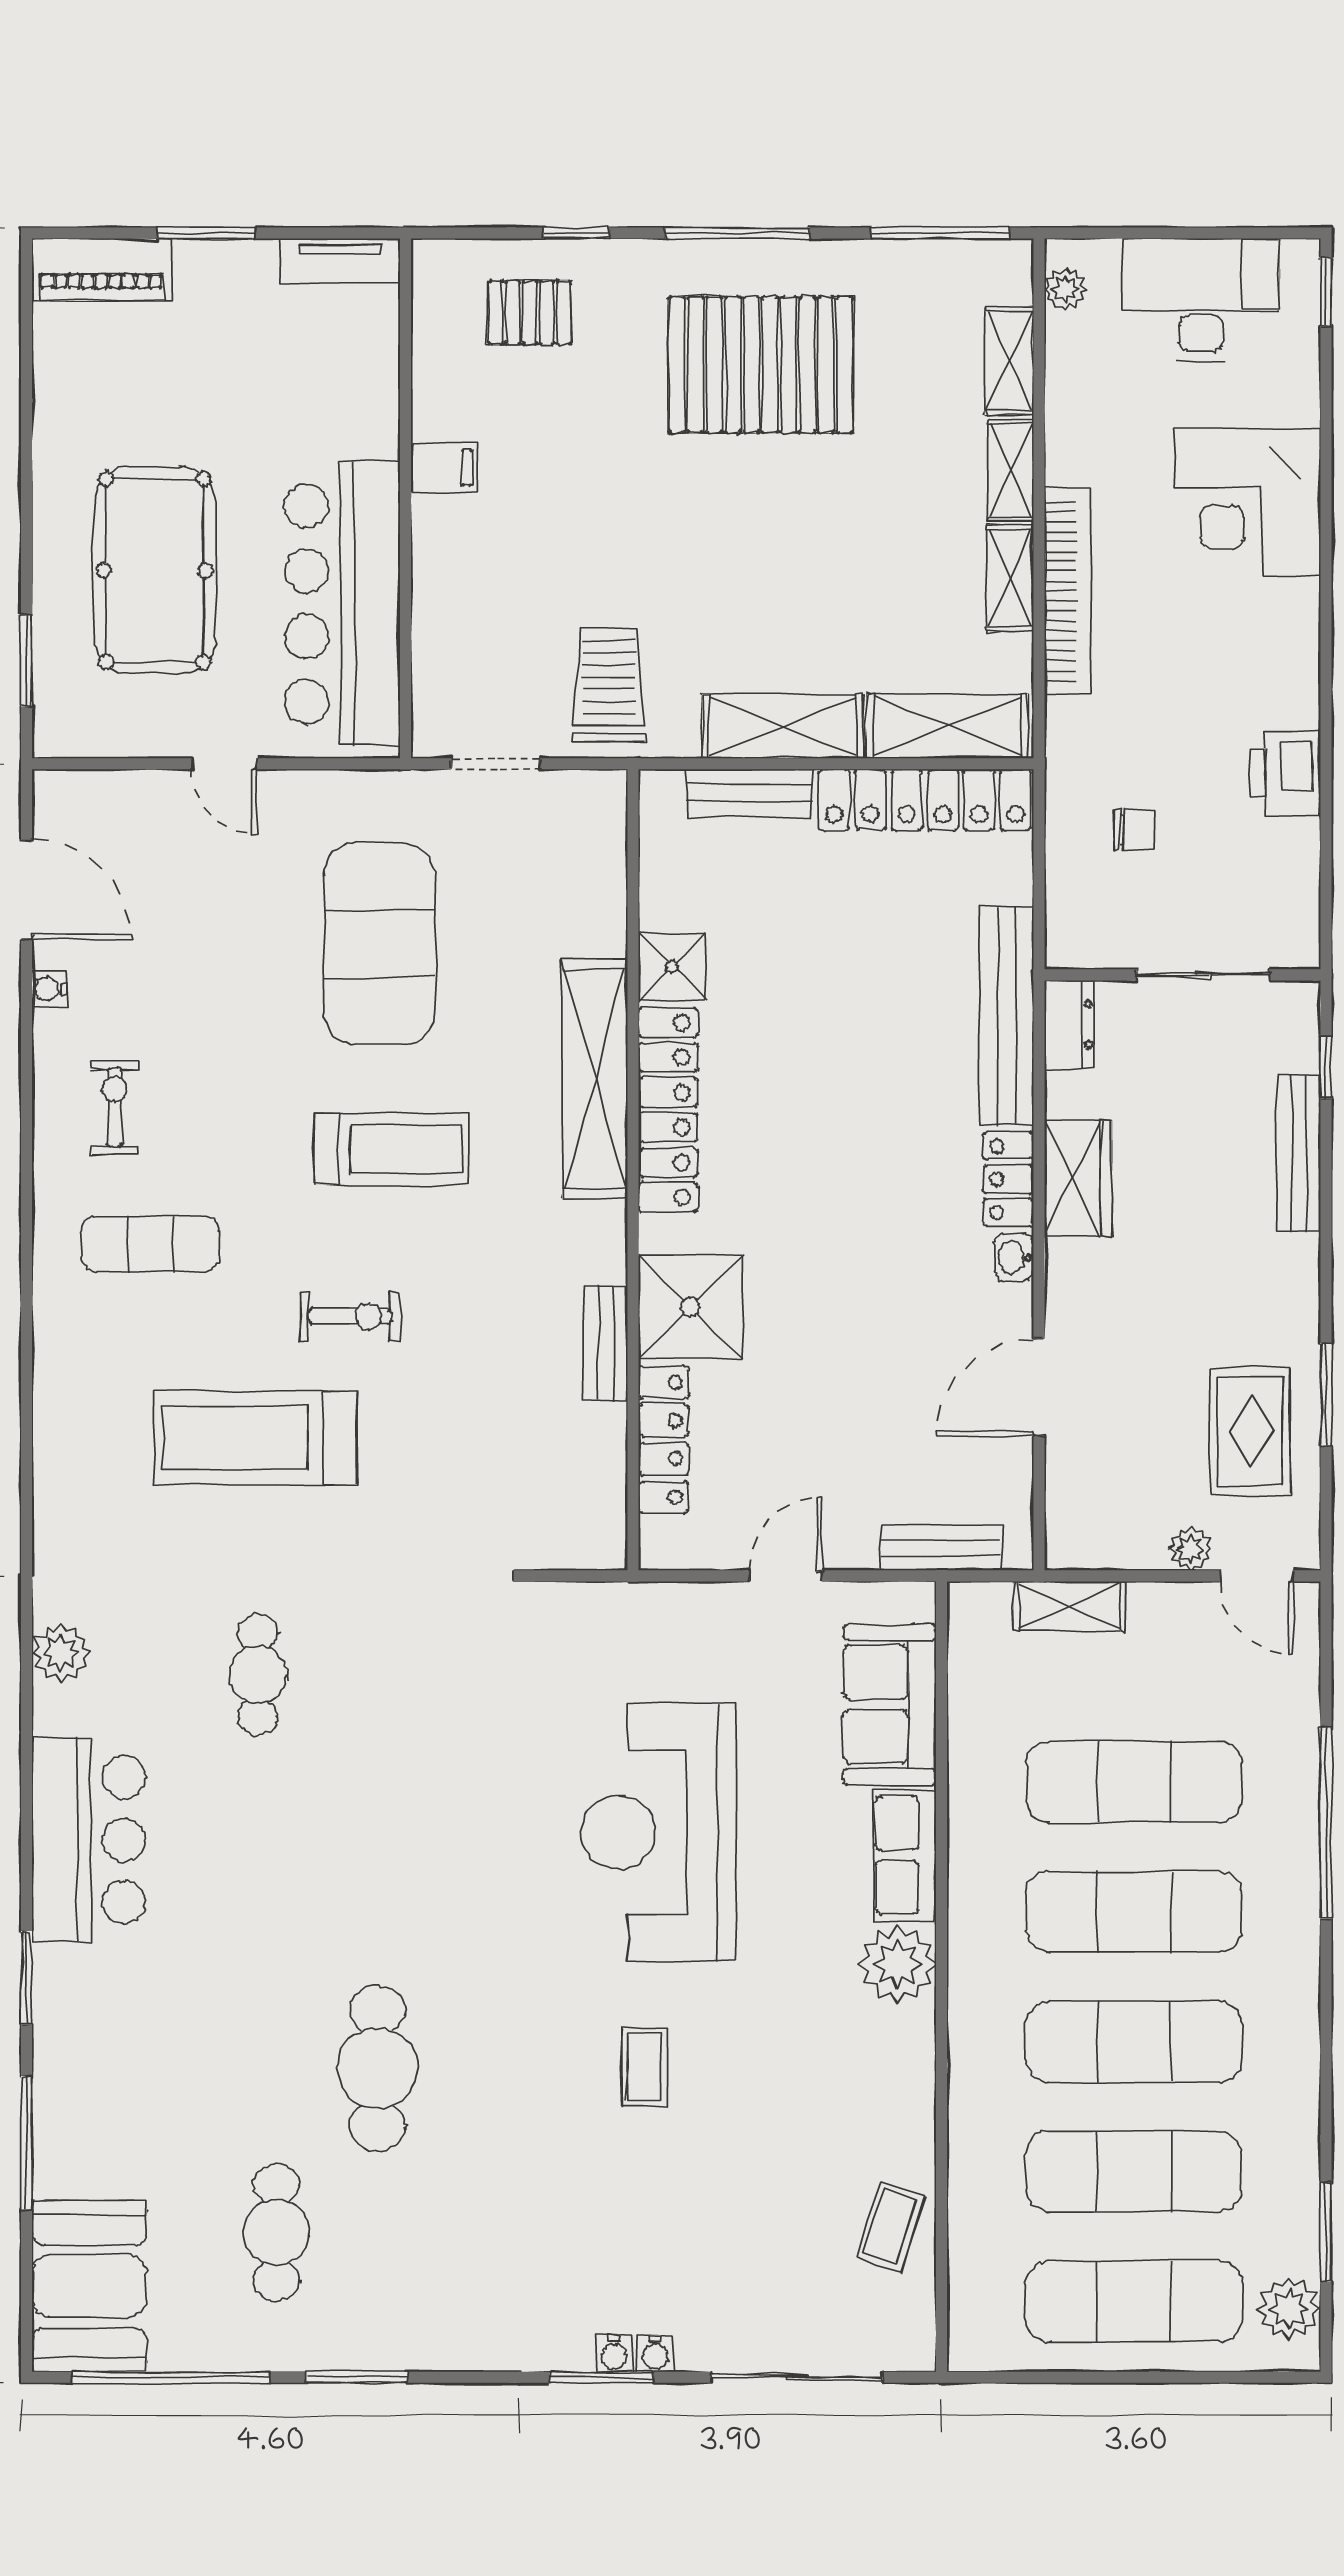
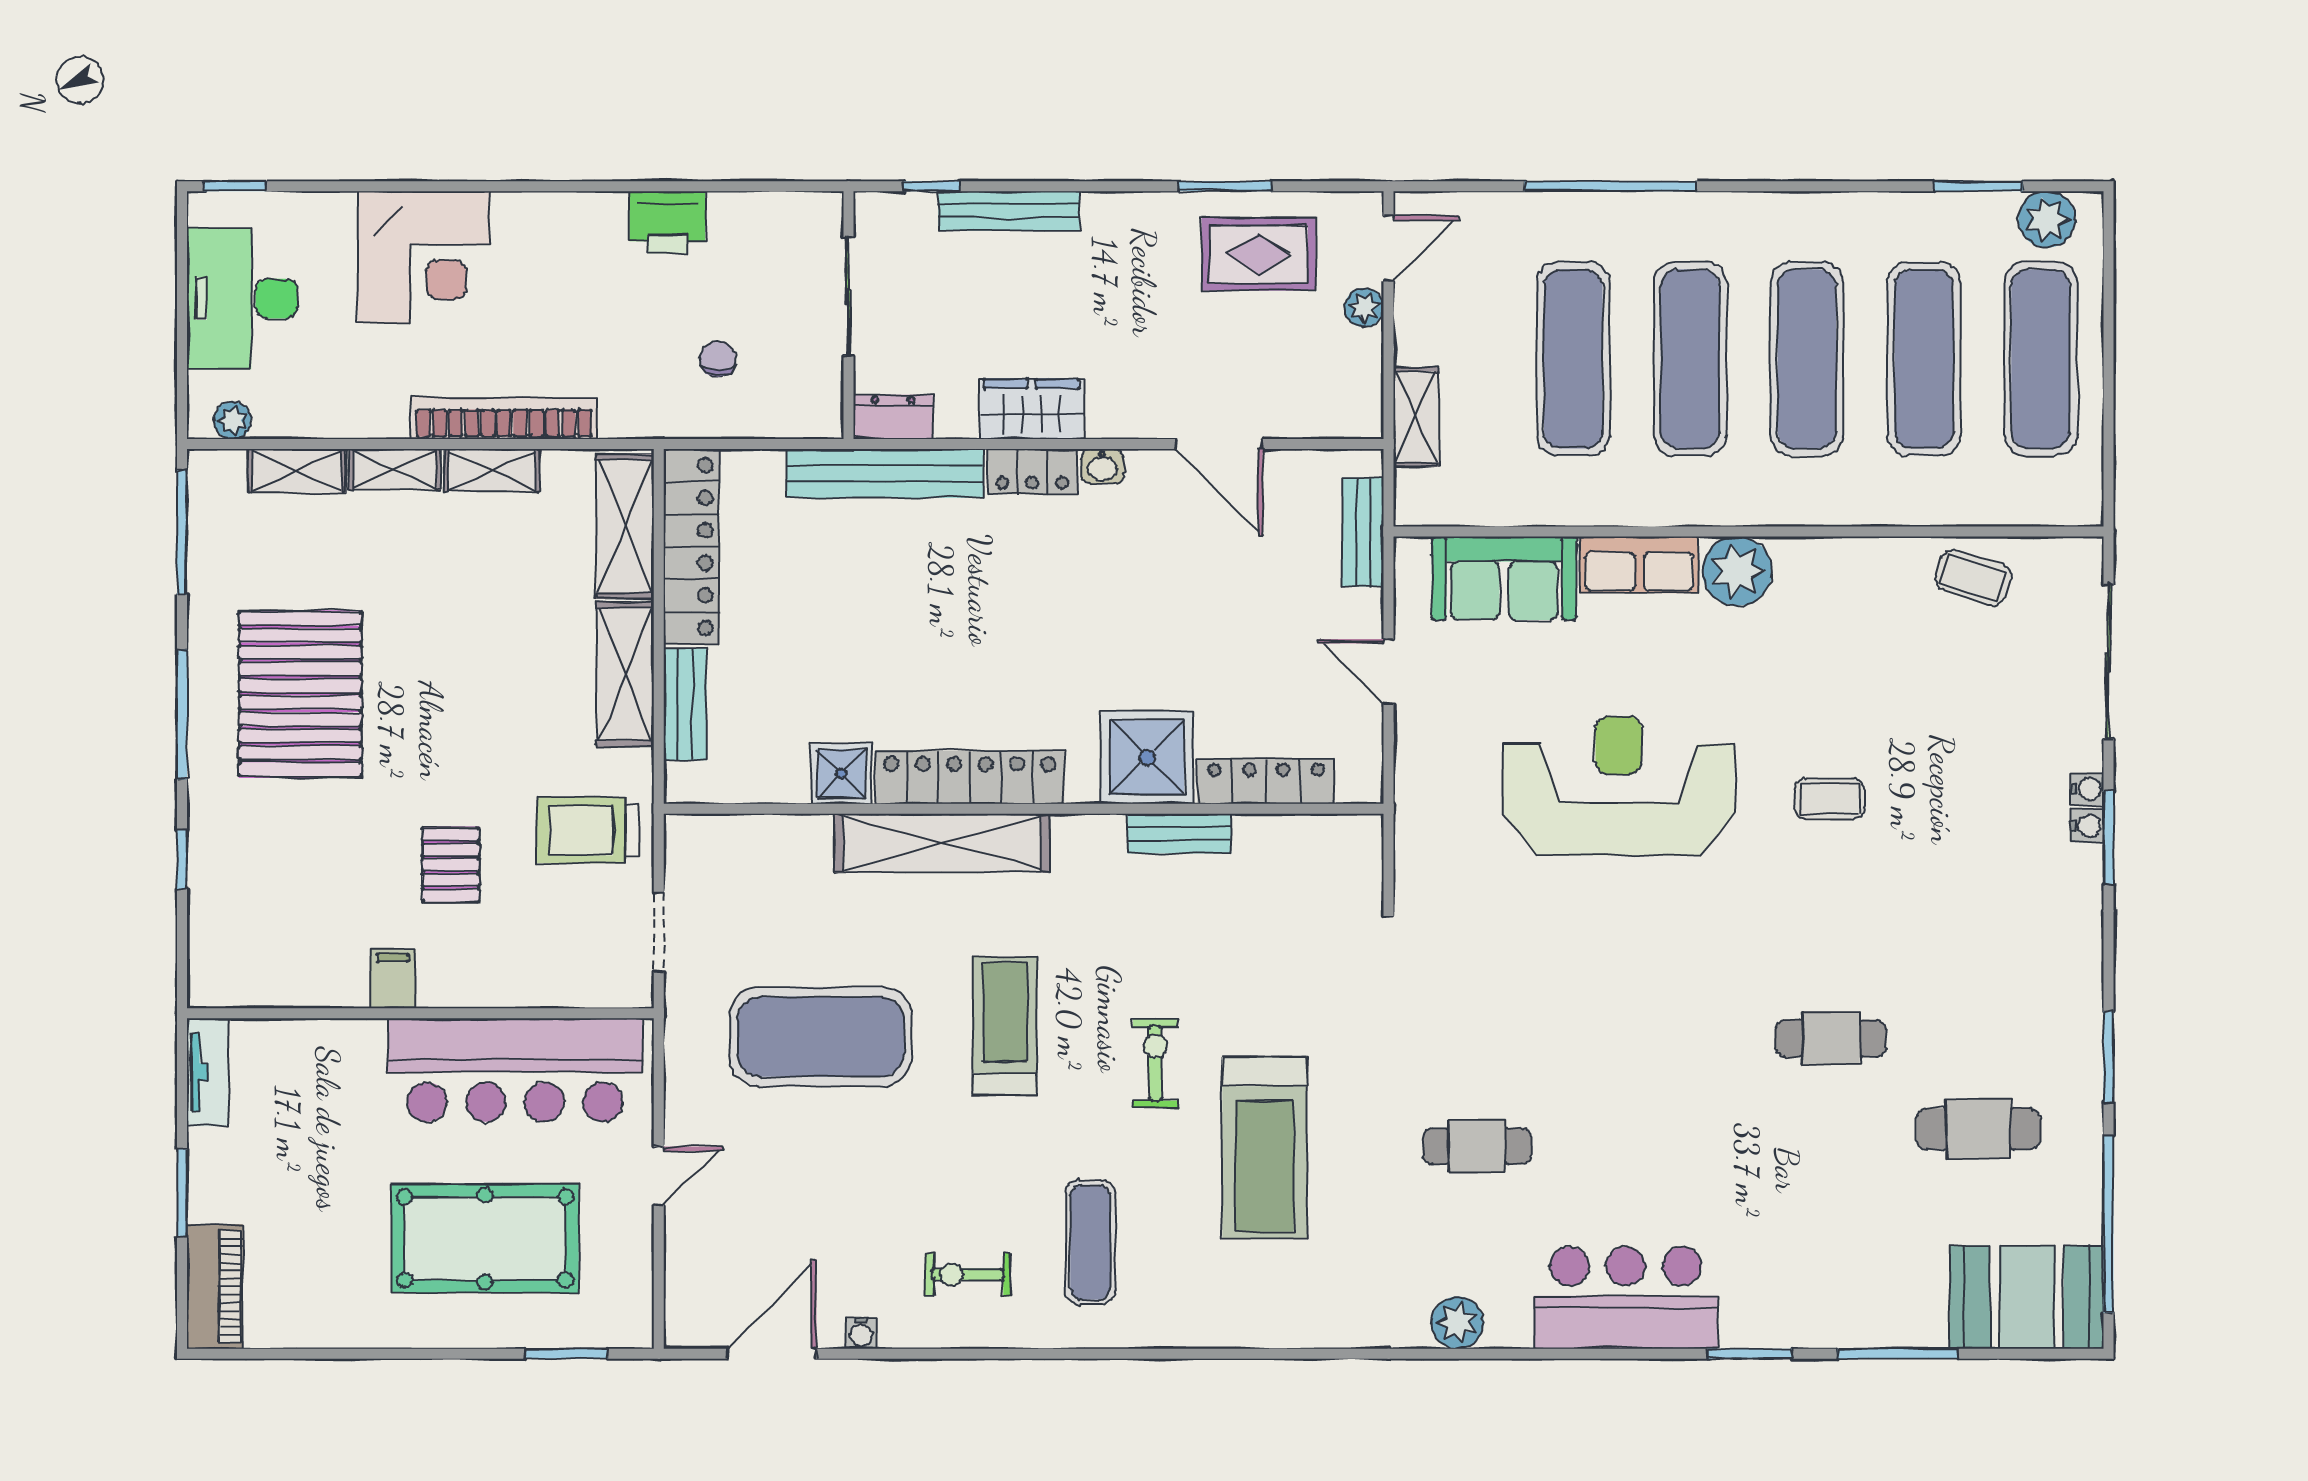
pallet: (530, 313) -> (451, 865), moved
reception desk: (659, 1832) -> (1619, 786), turned 180
cafe table: (378, 2068) -> (1831, 1038), width x0.73, depth x0.74

